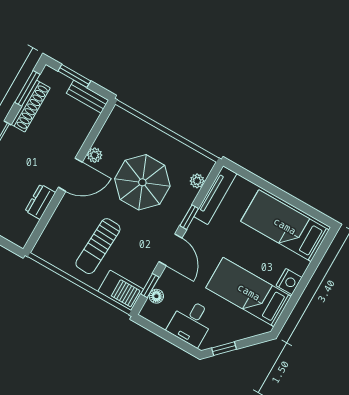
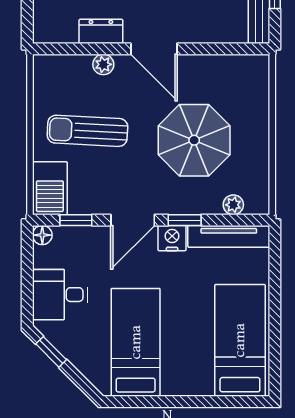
plant: (95, 155) -> (103, 64), moved
nightstand: (289, 282) -> (172, 238), moved, turned 180
floor lamp: (156, 296) -> (42, 235), moved

